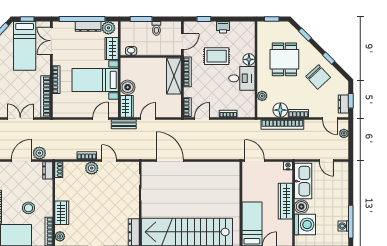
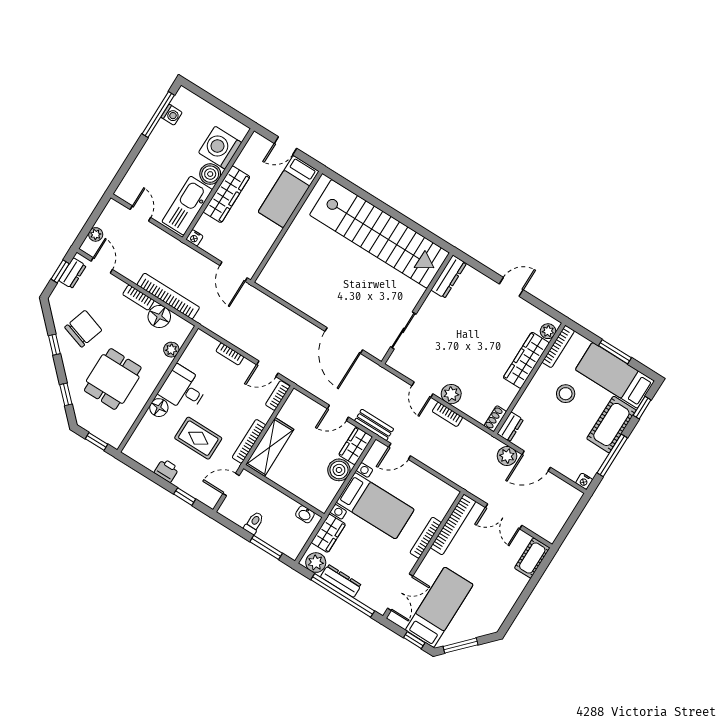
chair: (318, 77) -> (83, 329), turned 61
wardrobe: (62, 213) -> (526, 360), width x1.50

